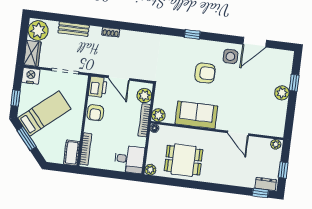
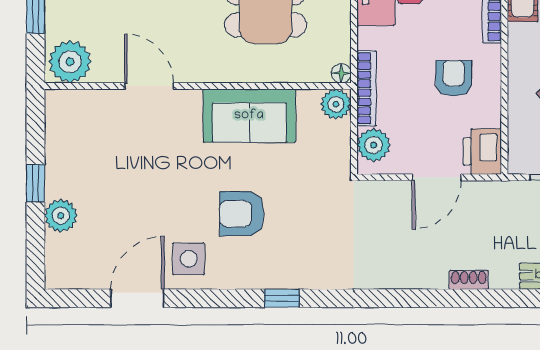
door: (119, 78) -> (437, 177), swing flipped
window: (294, 83) -> (36, 183), moved
plant: (282, 93) -> (61, 216), moved
armchair: (95, 113) -> (454, 78), moved
plant: (276, 144) -> (70, 62), width x1.88, depth x1.88

